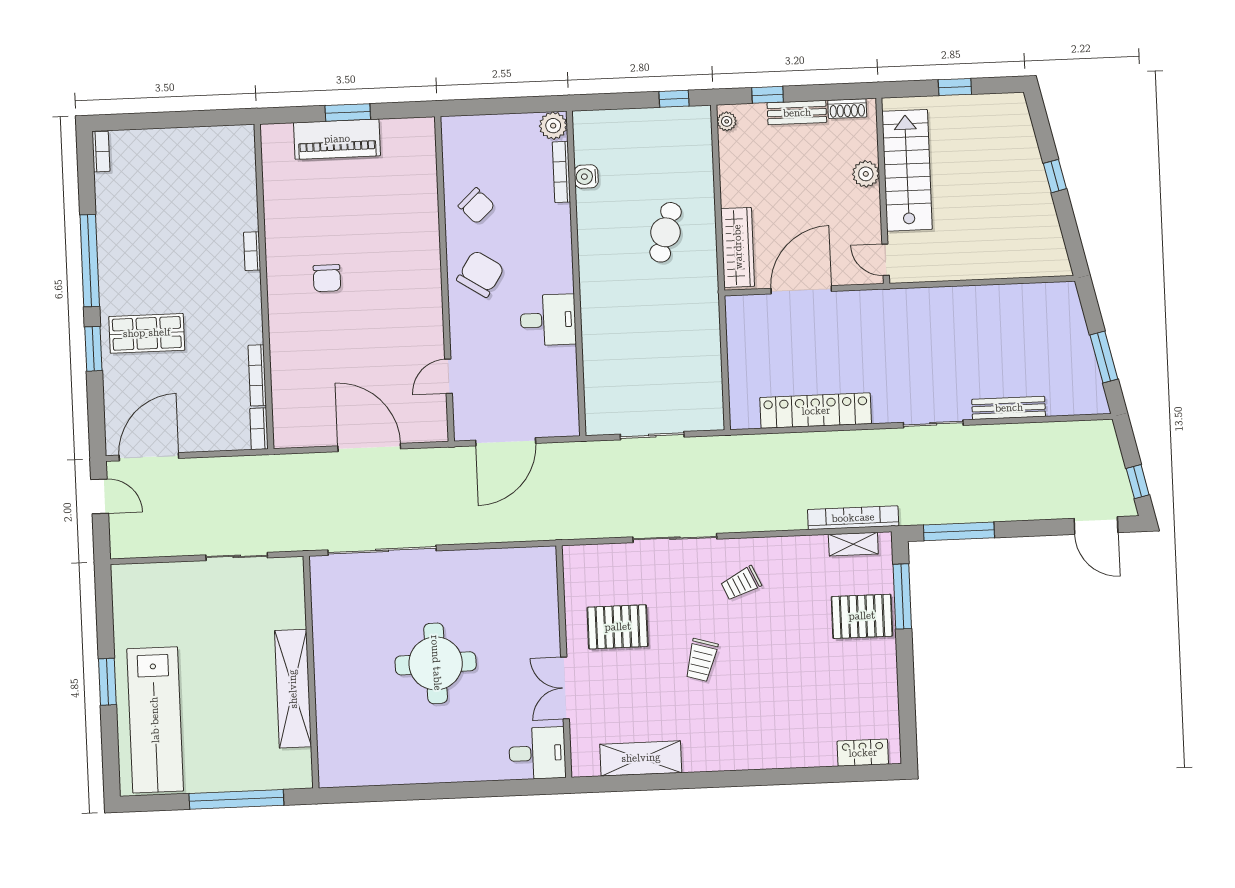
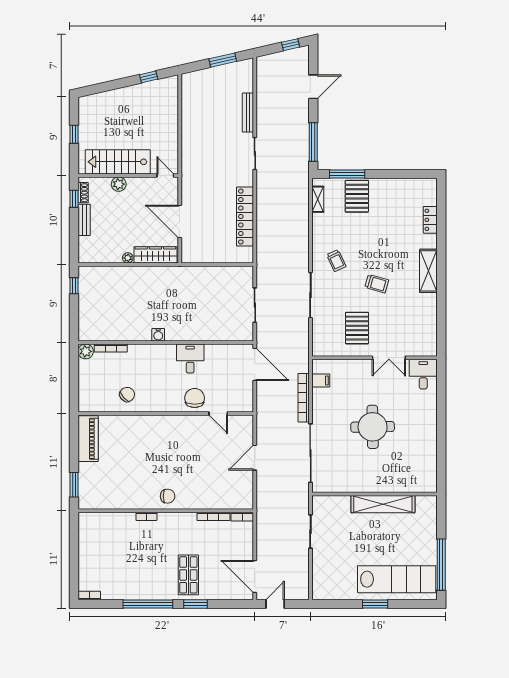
window: (768, 95) -> (74, 199), moved
window: (348, 112) -> (74, 485), moved
plant: (727, 121) -> (128, 258), moved
piano: (337, 139) -> (88, 439), moved
window: (1055, 176) -> (149, 77), moved
water cooler: (586, 177) -> (158, 335), moved
cafe table: (666, 232) -> (146, 293), removed
door: (886, 260) -> (165, 175), swing flipped
chair: (480, 274) -> (195, 398), moved, turned 57
chair: (327, 278) -> (168, 496), moved
door: (506, 442) -> (255, 364), moved
door: (369, 447) -> (255, 458), width x0.73
bookcase: (853, 518) -> (304, 398), moved
door: (1096, 526) -> (313, 87), moved
filing cabinet: (518, 564) -> (321, 380), added
locker: (863, 753) -> (430, 220), moved
shelving: (641, 758) -> (428, 271), moved
window: (236, 799) -> (441, 565), moved

